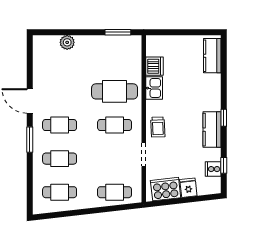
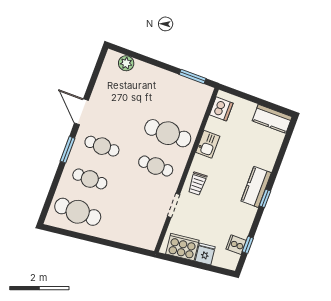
plant: (67, 42) -> (126, 63), moved
kitchen counter: (212, 56) -> (272, 119), moved, turned -90
dishwasher: (155, 66) -> (221, 109), moved
kitchen counter: (212, 130) -> (256, 187), moved
cafe table: (60, 192) -> (78, 212), width x1.37, depth x1.35
cafe table: (115, 192) -> (131, 232), removed

